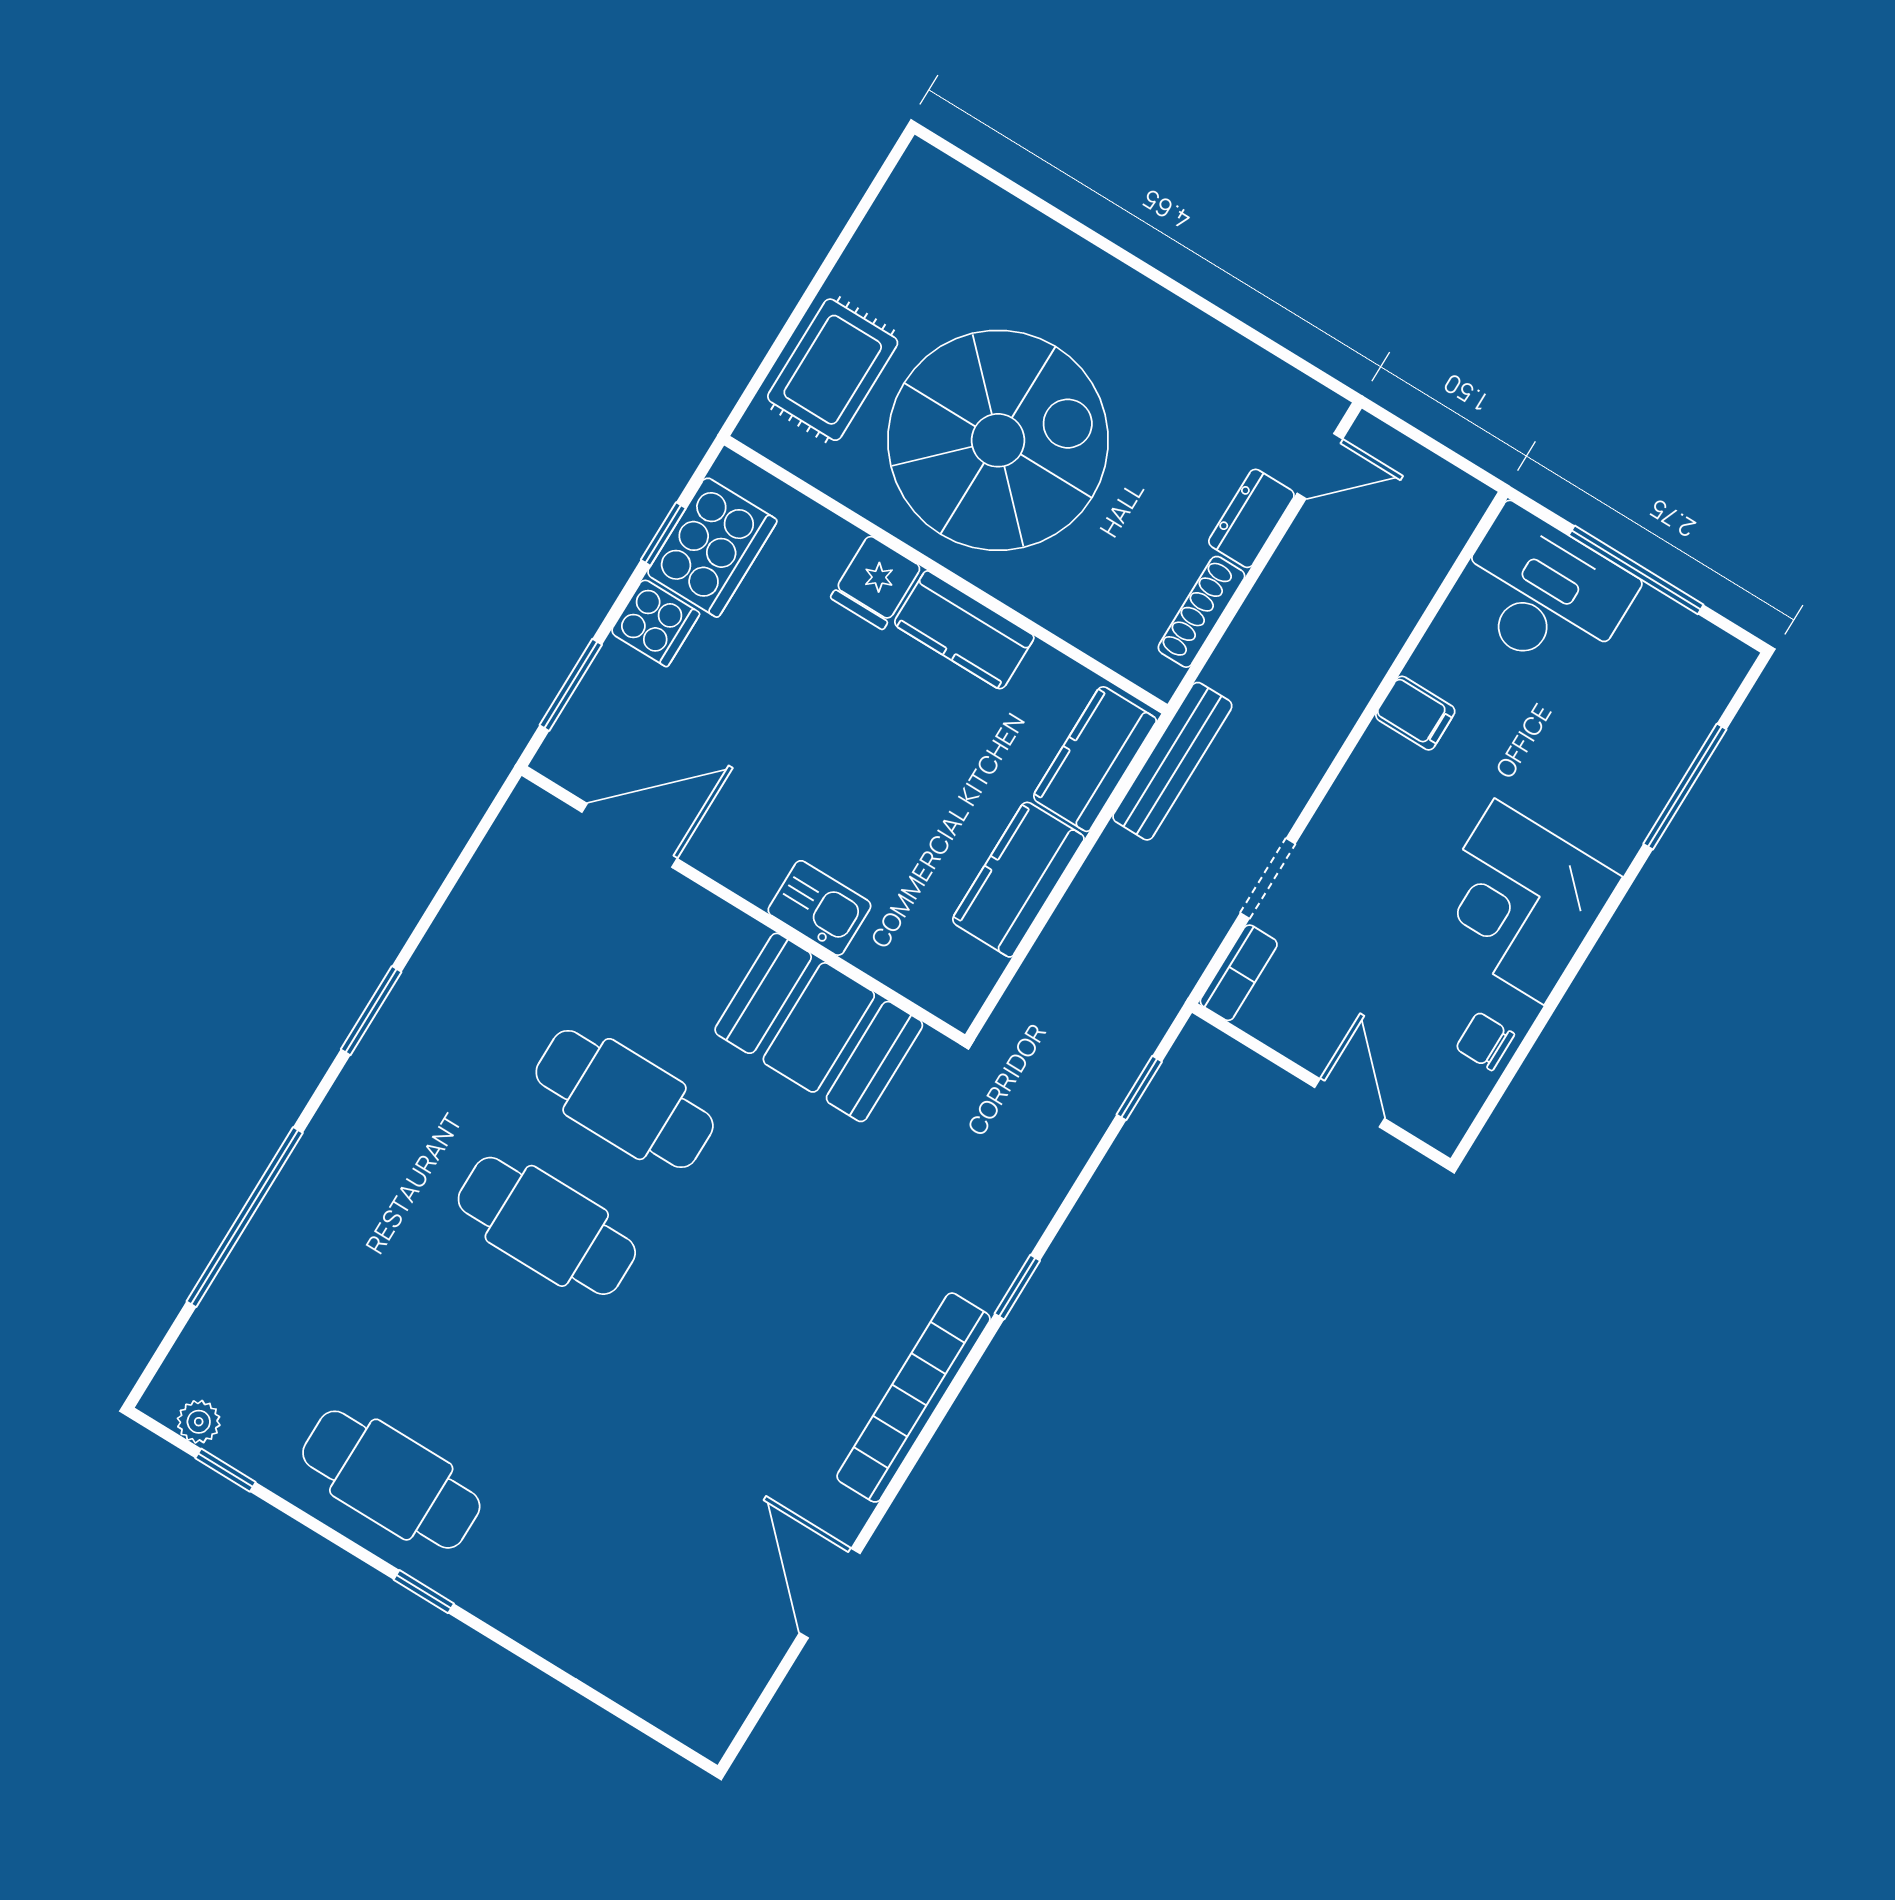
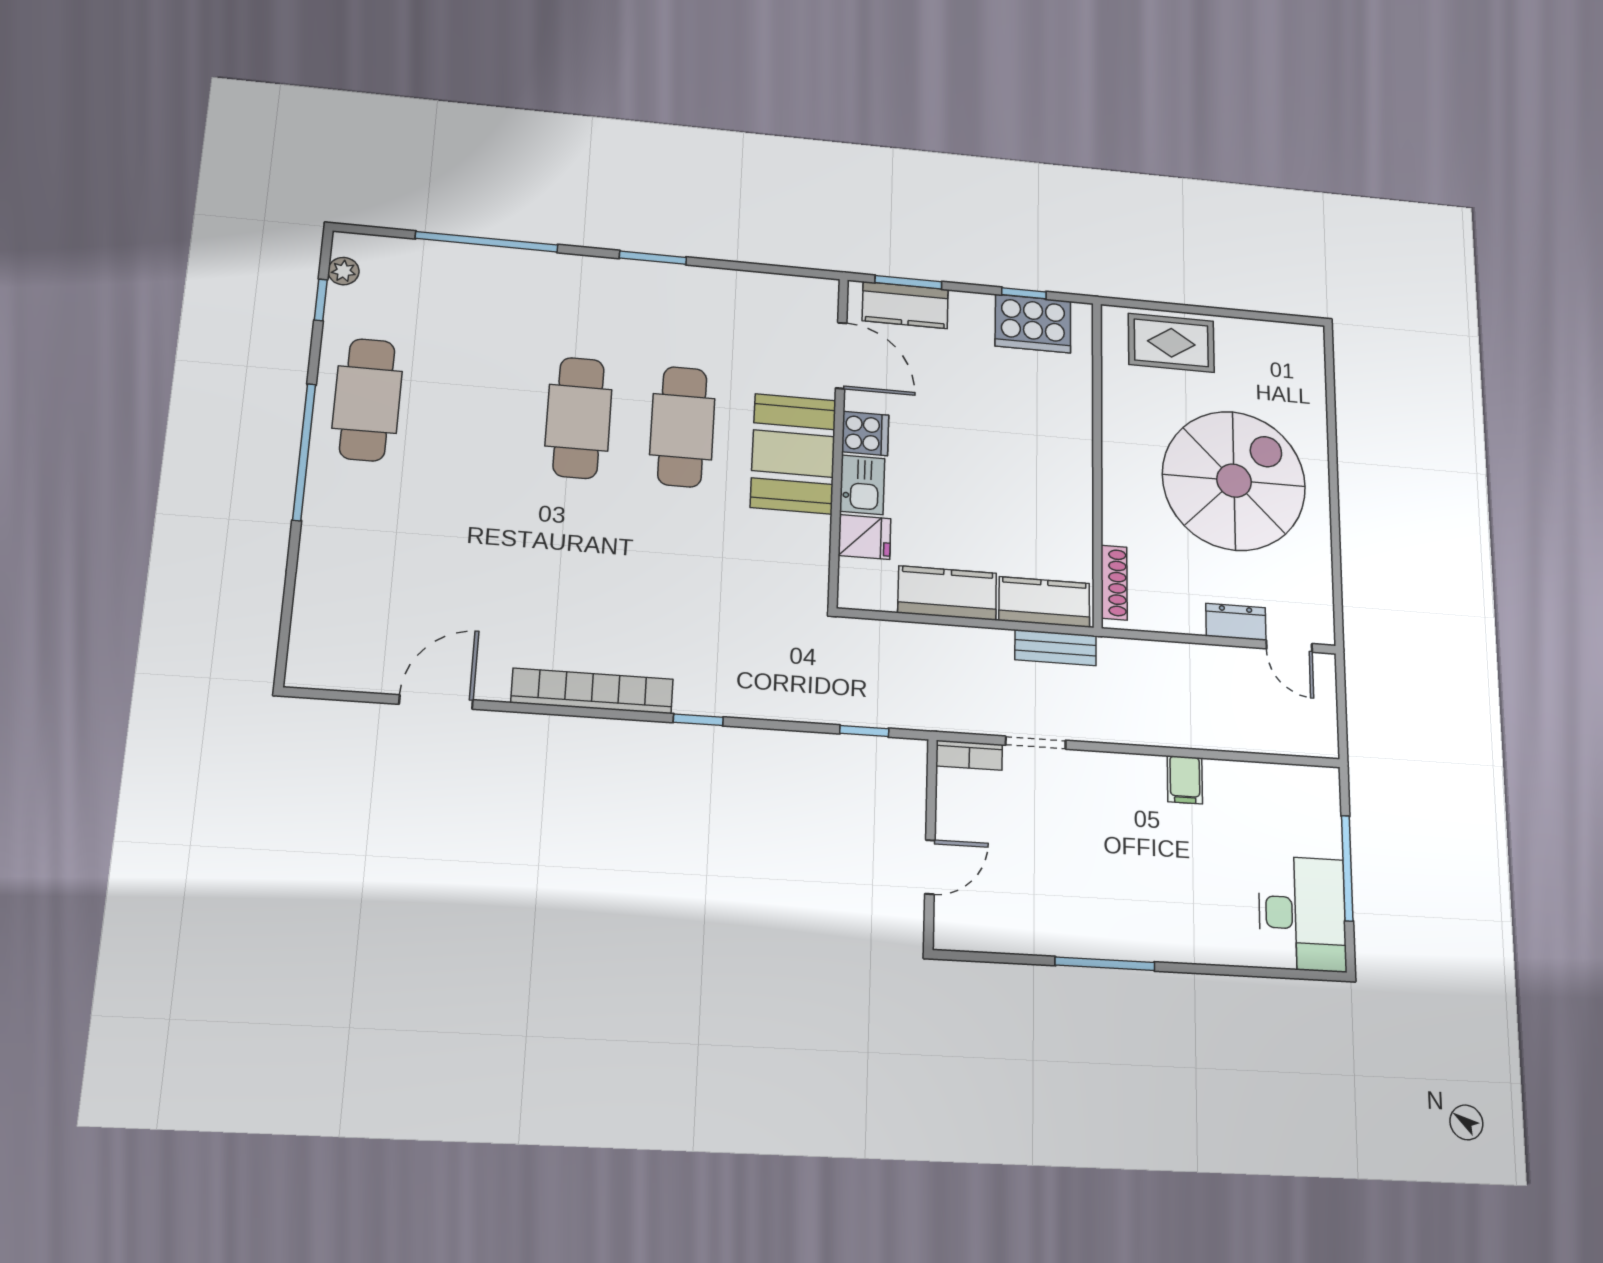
spiral stairs: (998, 440) -> (1234, 481), moved, turned -90
fridge: (876, 582) -> (865, 537), moved, turned 180
desk: (1543, 594) -> (1302, 914), moved
shoe rack: (1201, 612) -> (1114, 583), moved, turned 90
cooker: (655, 623) -> (865, 433), moved, turned -90
kitchen counter: (964, 630) -> (905, 305), moved, turned -90
bench: (1172, 761) -> (1055, 648), width x0.73
window: (1685, 787) -> (1105, 964), moved
corner desk: (1519, 902) -> (1113, 906), removed
booth: (819, 1027) -> (793, 454), moved
chair: (1485, 1041) -> (1017, 932), removed
window: (424, 1592) -> (304, 452), width x3.17

